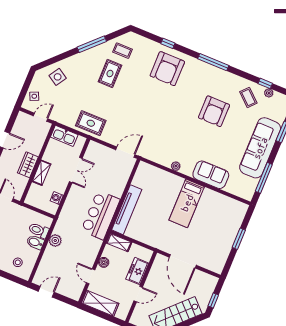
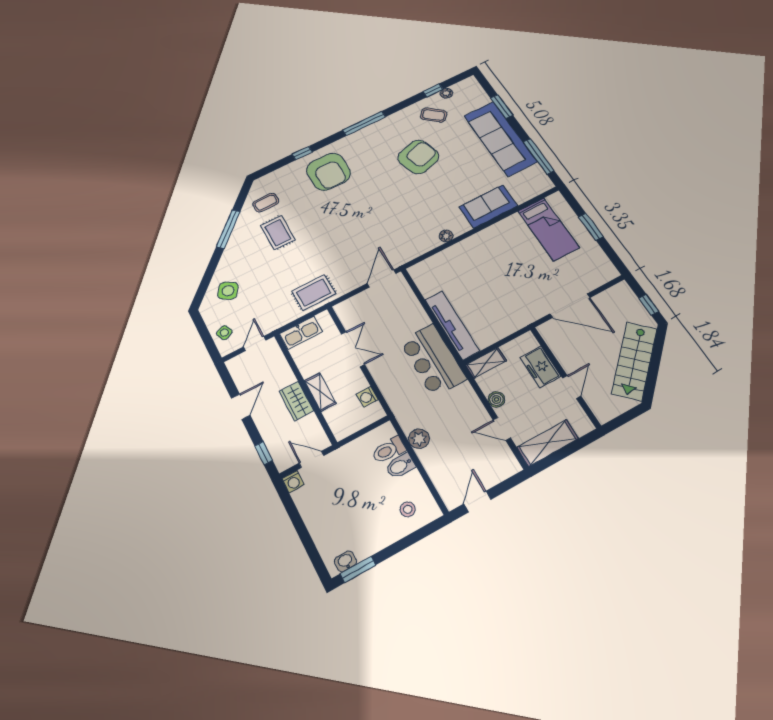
armchair: (214, 111) -> (418, 157), turned -108
bed: (187, 203) -> (548, 229), moved

